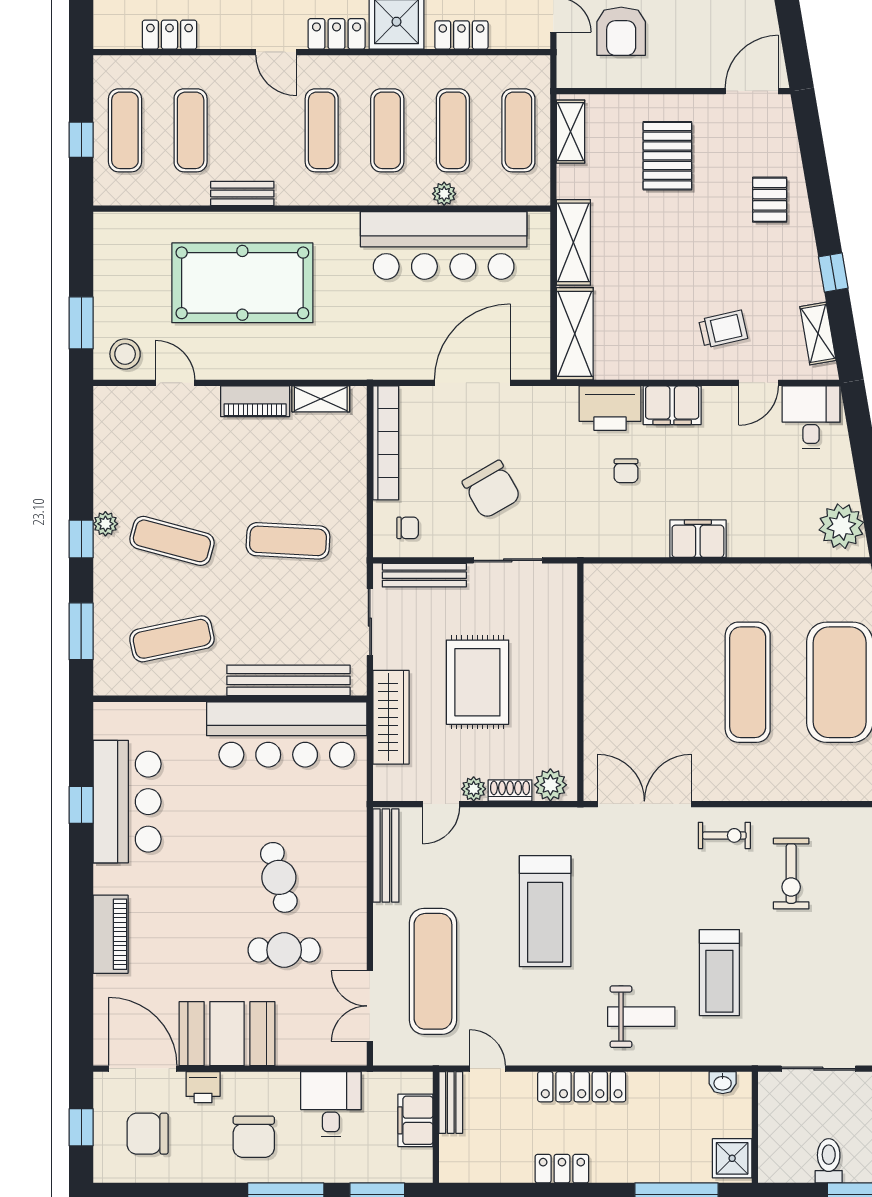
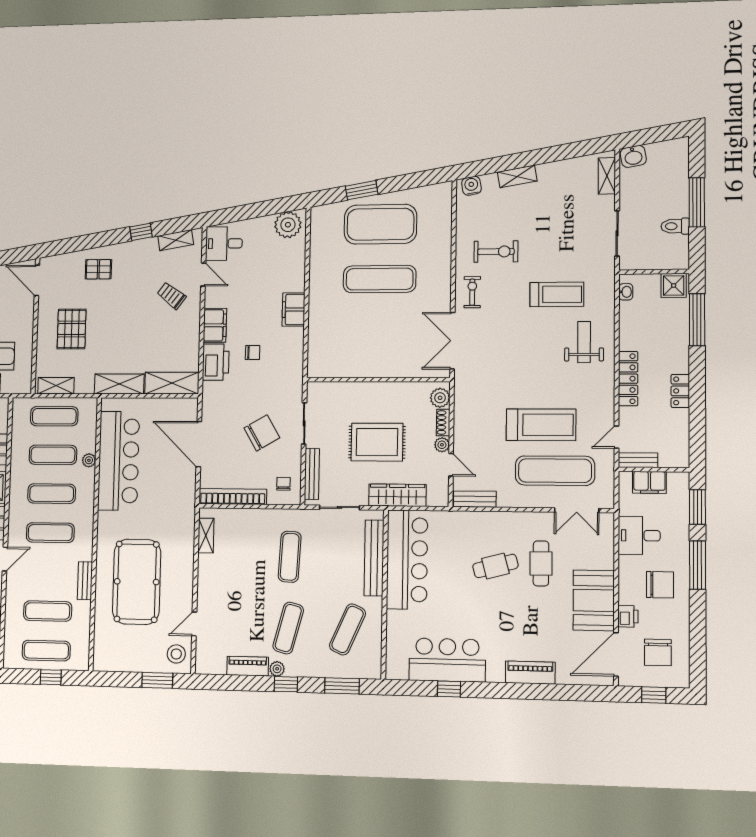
pallet: (667, 156) -> (72, 329), turned 90
trolley: (723, 329) -> (172, 296), turned -40
piano: (255, 401) -> (248, 666), moved, turned -90
exercise mat: (172, 639) -> (348, 629), turned 36
bench: (386, 856) -> (475, 499), width x0.73
treadmill: (545, 911) -> (541, 425), moved

